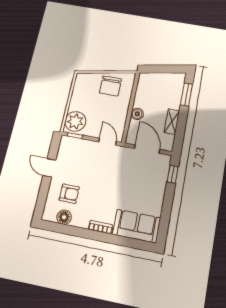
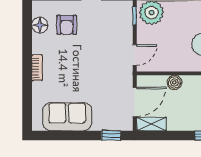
shelving: (172, 122) -> (151, 124), moved
sofa: (137, 226) -> (67, 117), moved, turned -90

